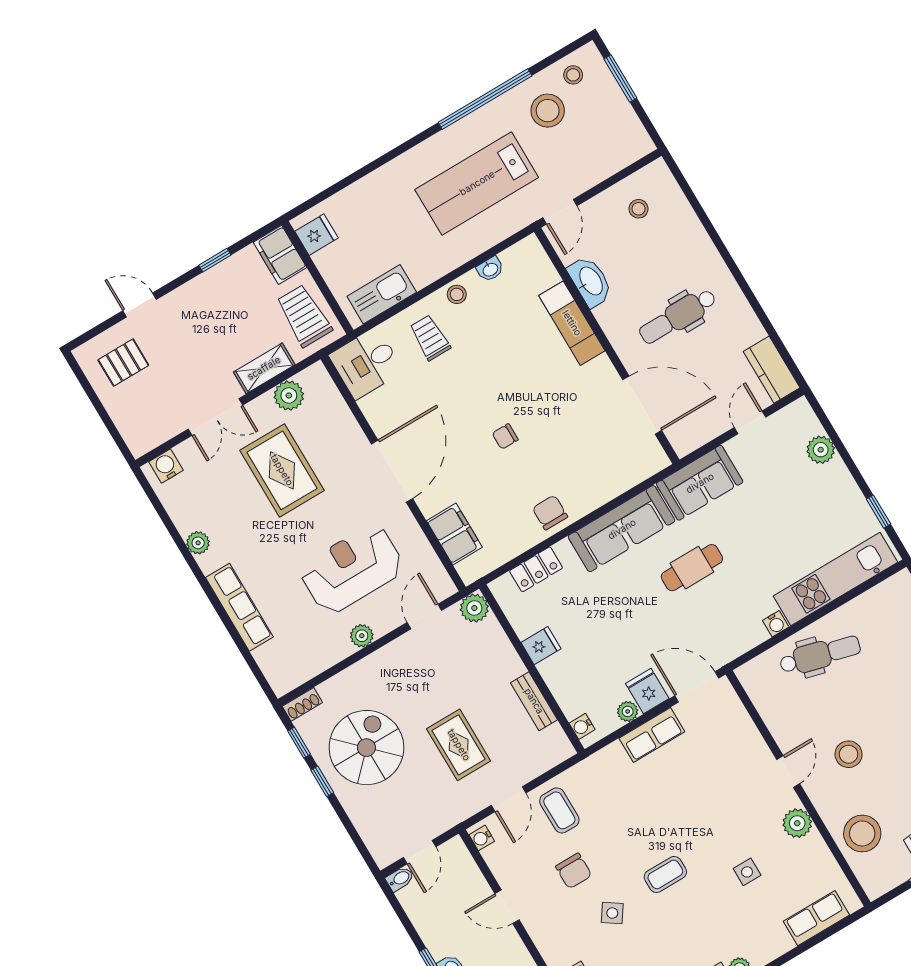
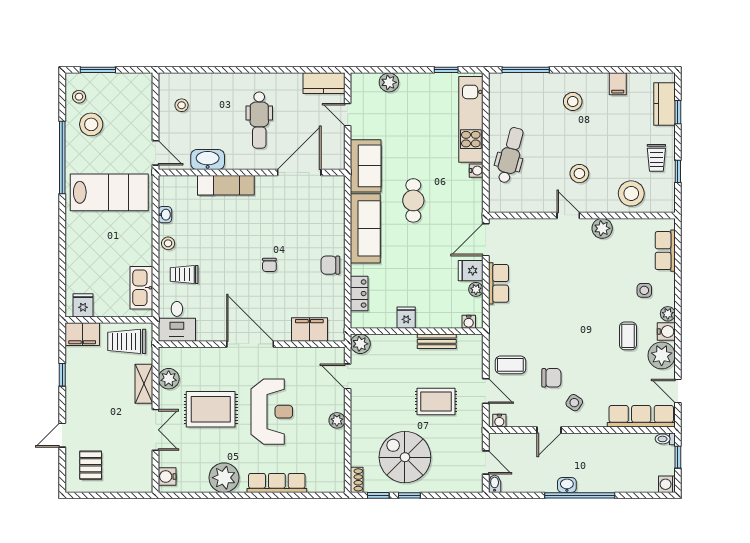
lab bench: (477, 183) -> (109, 192), turned -90
plant: (198, 543) -> (224, 478), width x1.87, depth x1.87
reception desk: (352, 569) -> (272, 412), moved, turned 180
side table: (747, 872) -> (644, 290), moved
coffee table: (665, 874) -> (628, 336), moved
side table: (612, 913) -> (574, 403), moved

